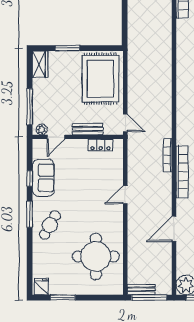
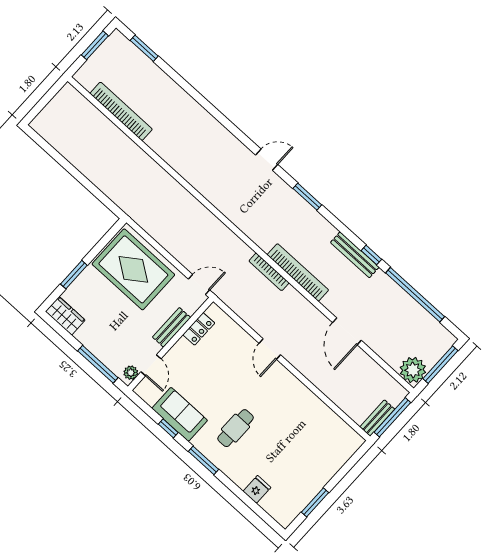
cafe table: (50, 225) -> (236, 428), moved, turned 61
round table: (96, 256) -> (304, 433), removed
fridge: (41, 287) -> (257, 489), moved, turned 90

